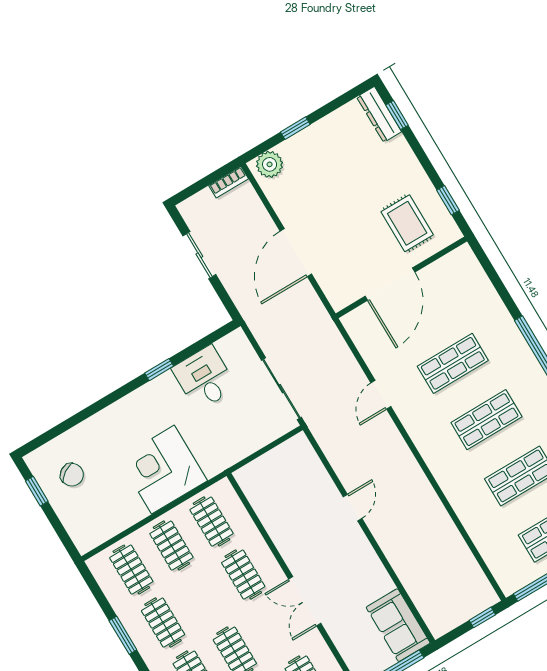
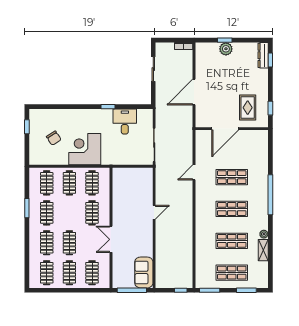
plant: (270, 164) -> (226, 49), moved
chair: (72, 475) -> (54, 138), moved

